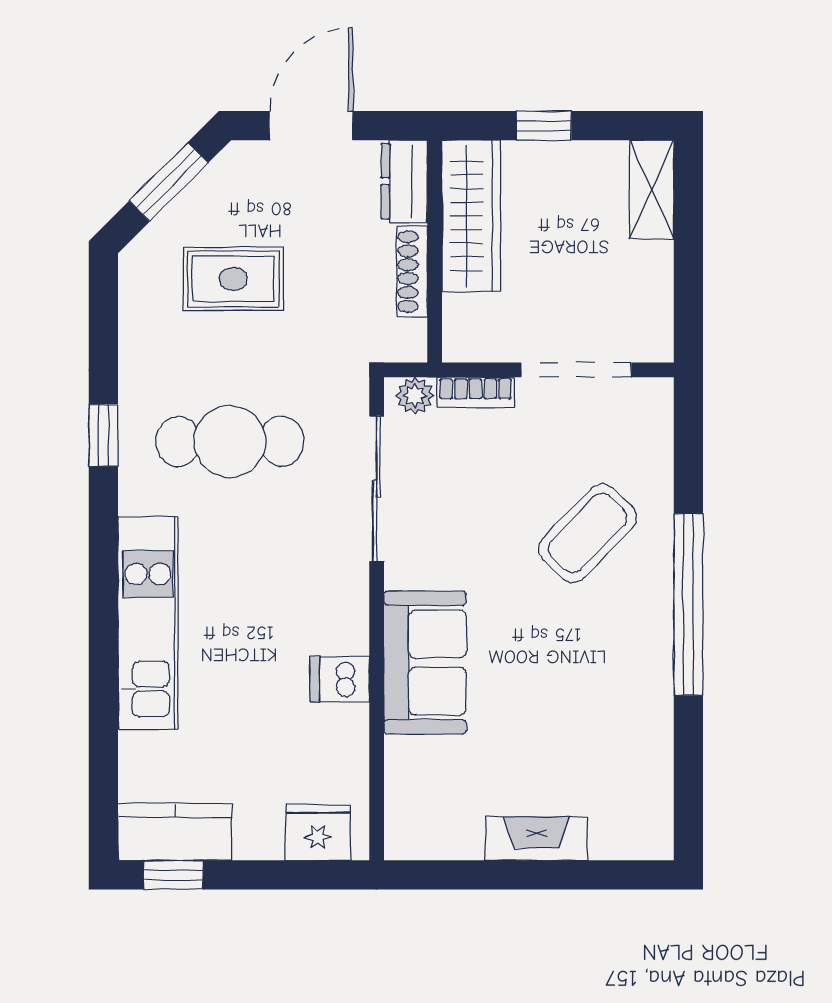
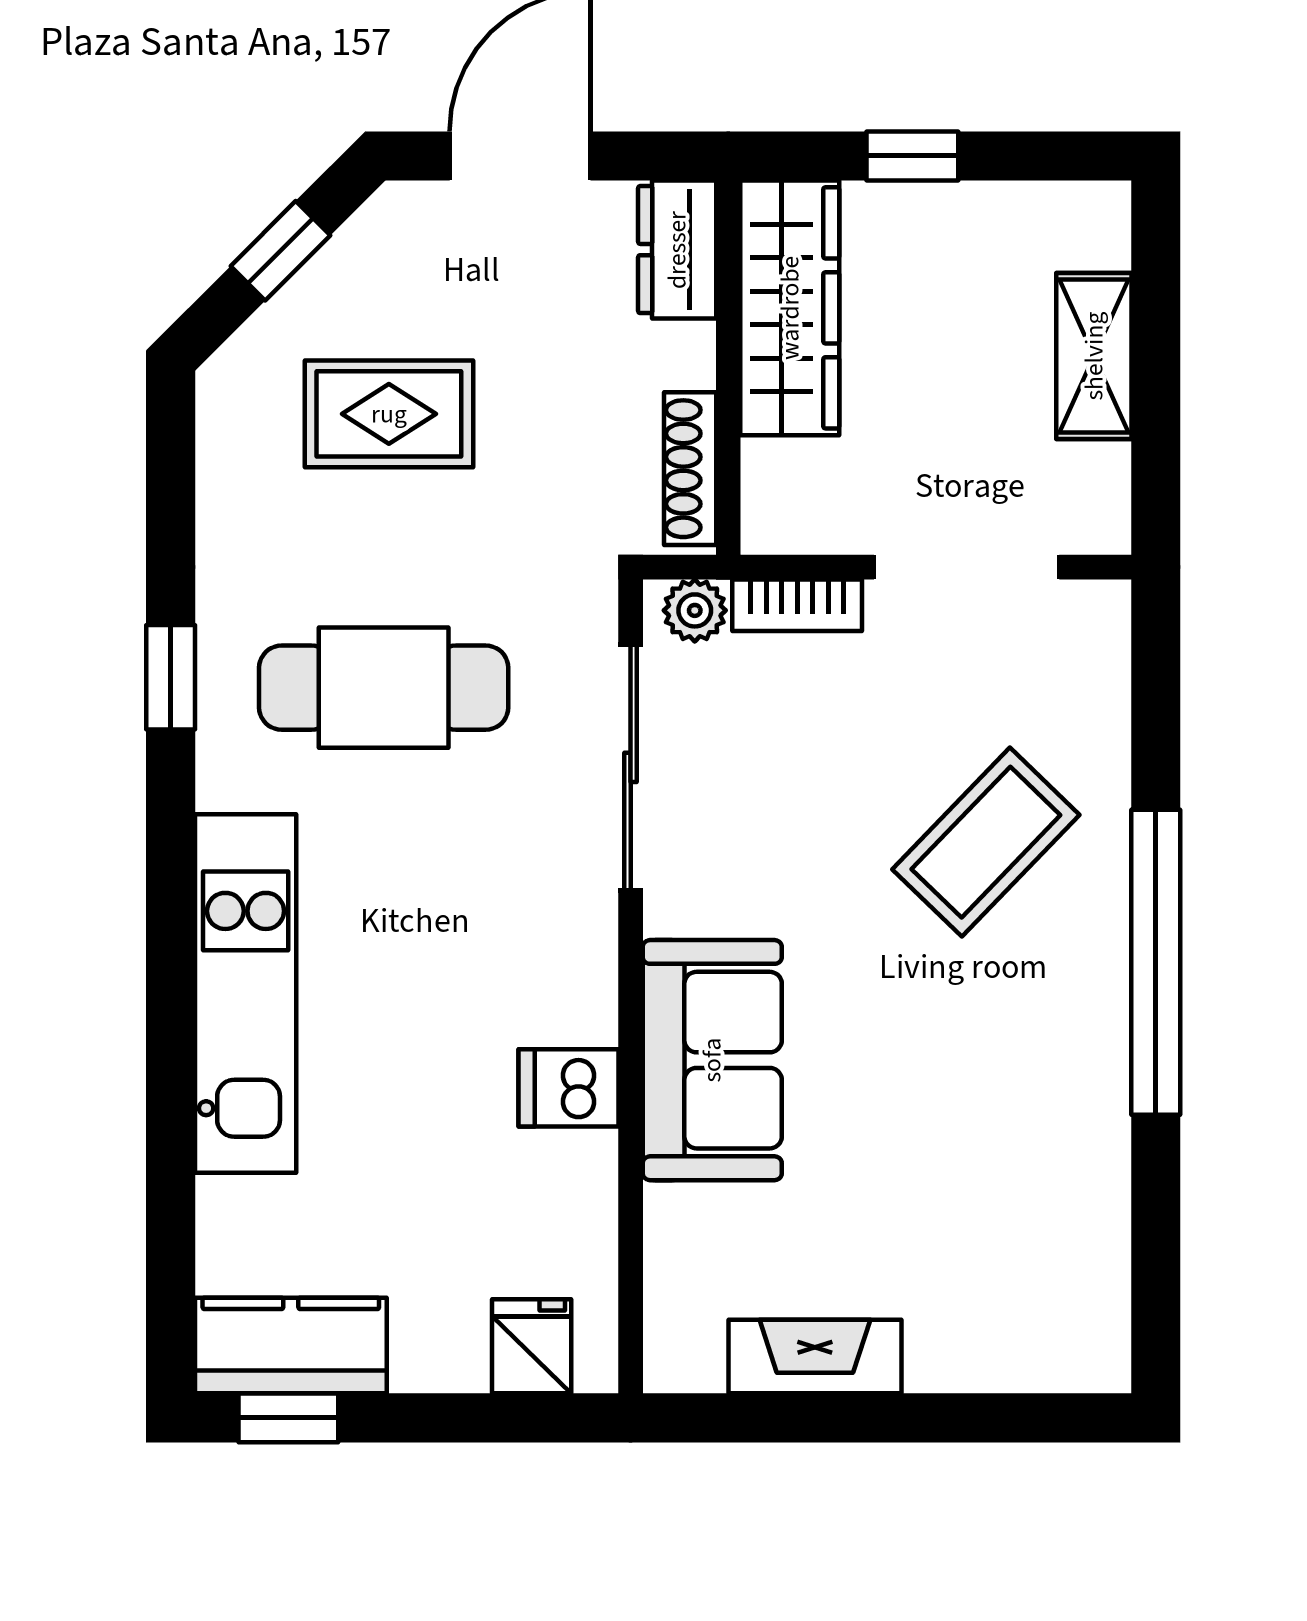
window: (169, 182) -> (280, 251), width x0.67
shelving: (652, 190) -> (1094, 356), moved
shoe rack: (412, 272) -> (690, 469), moved
fridge: (318, 833) -> (532, 1346), width x0.72
fireplace: (536, 839) -> (815, 1357), moved

